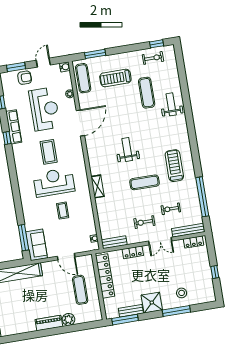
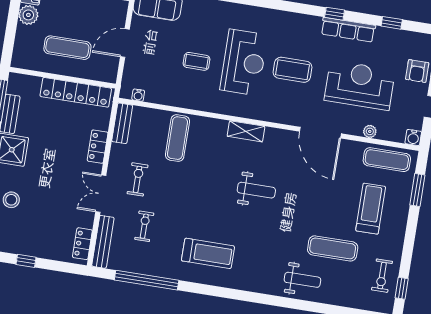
reception desk: (44, 109) -> (360, 85), turned 180
exercise mat: (145, 182) -> (177, 138), moved
shelving: (98, 186) -> (246, 131), moved

